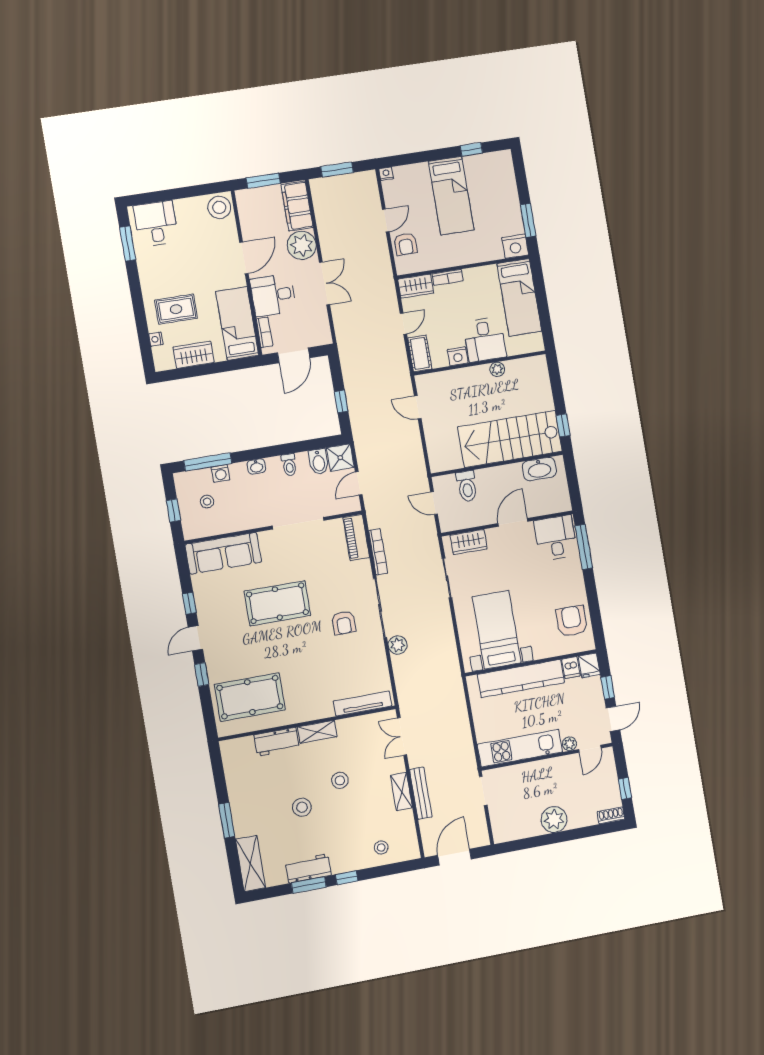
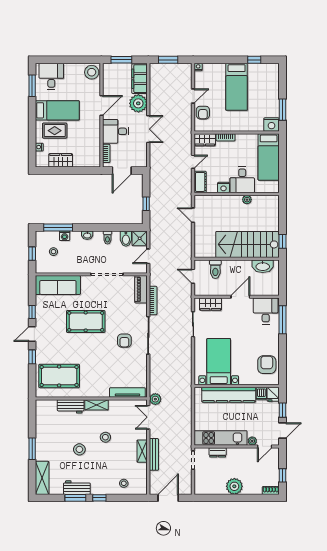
bed: (237, 323) -> (57, 110), moved, turned 90
plant: (398, 645) -> (155, 399), moved
dresser: (519, 771) -> (218, 452), added

